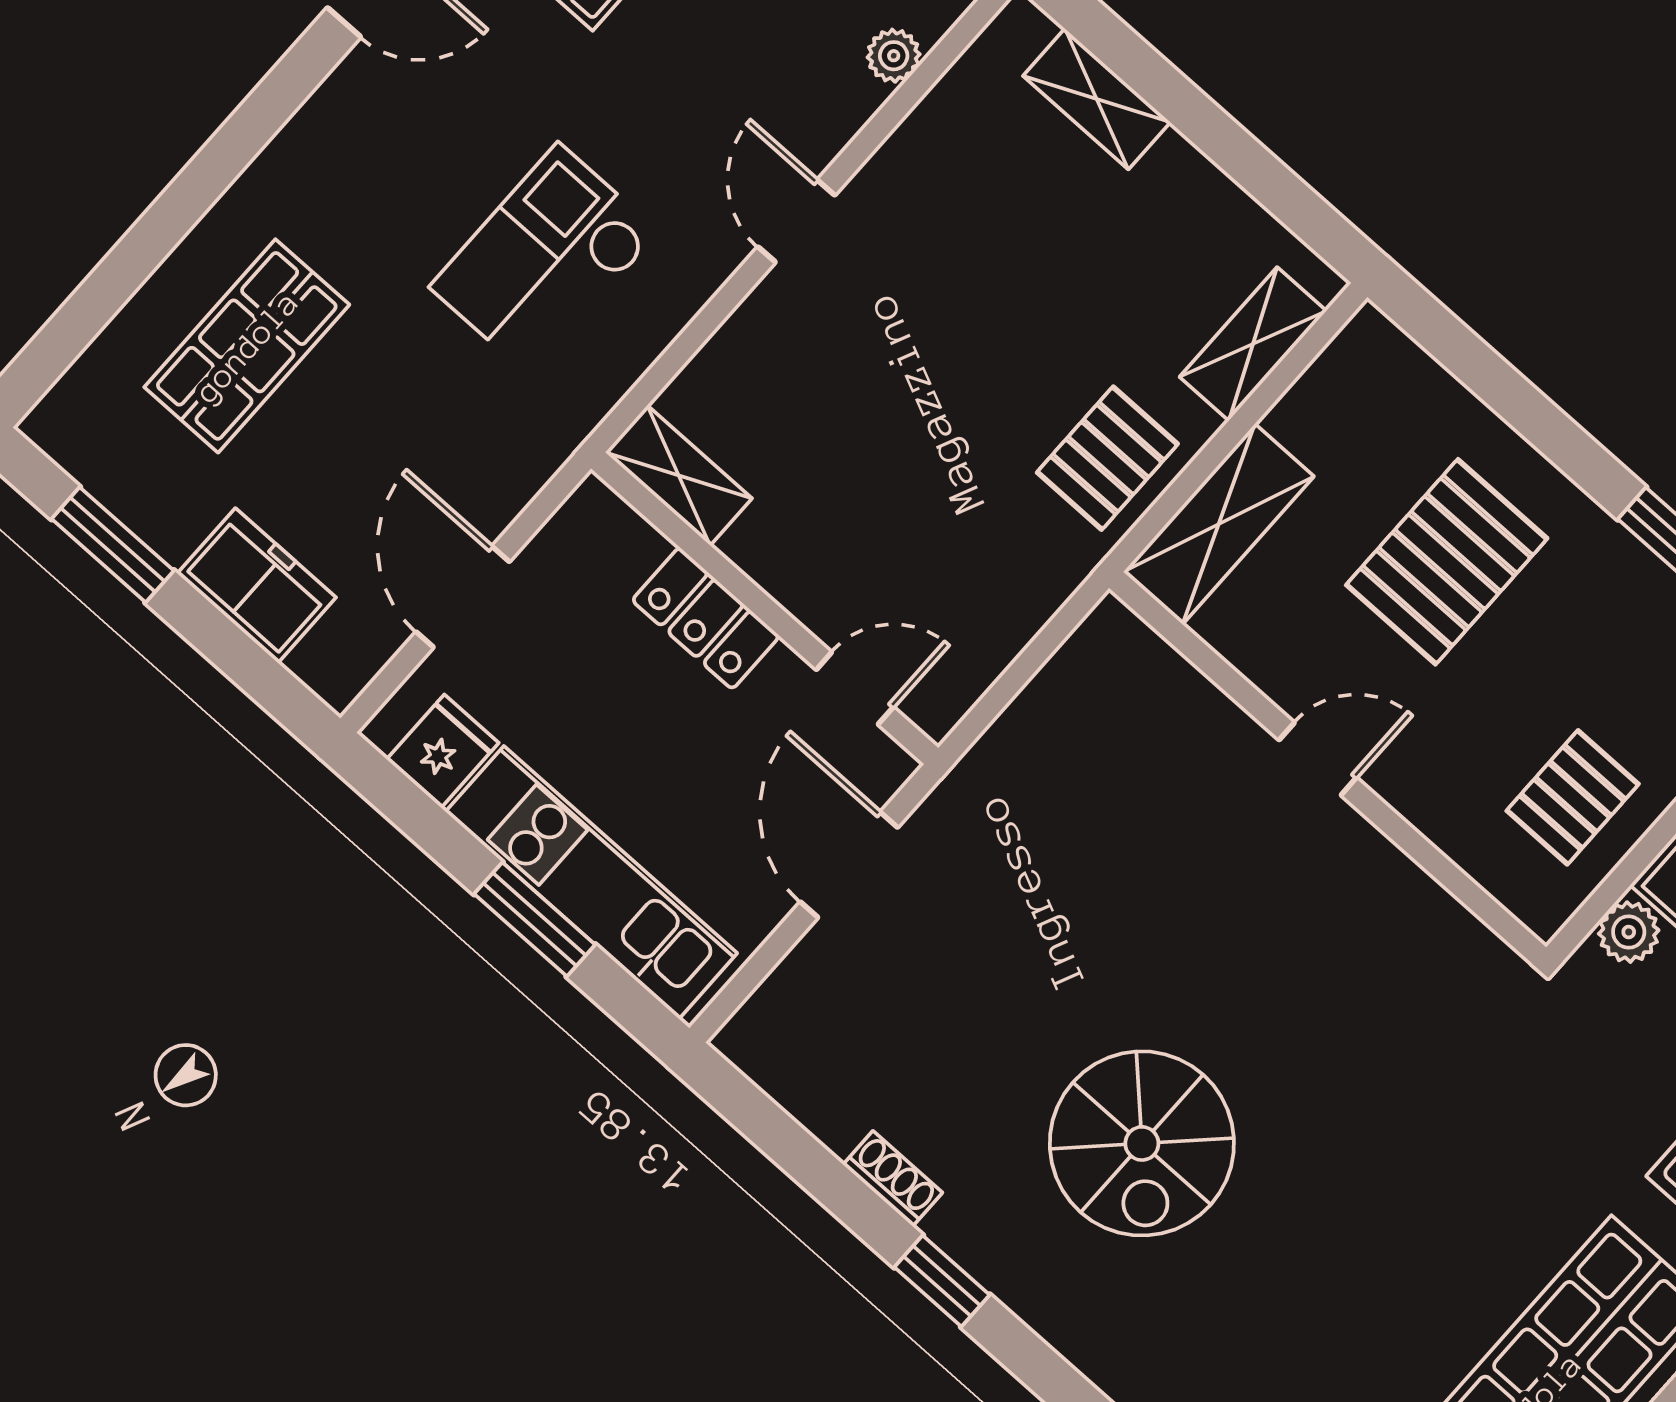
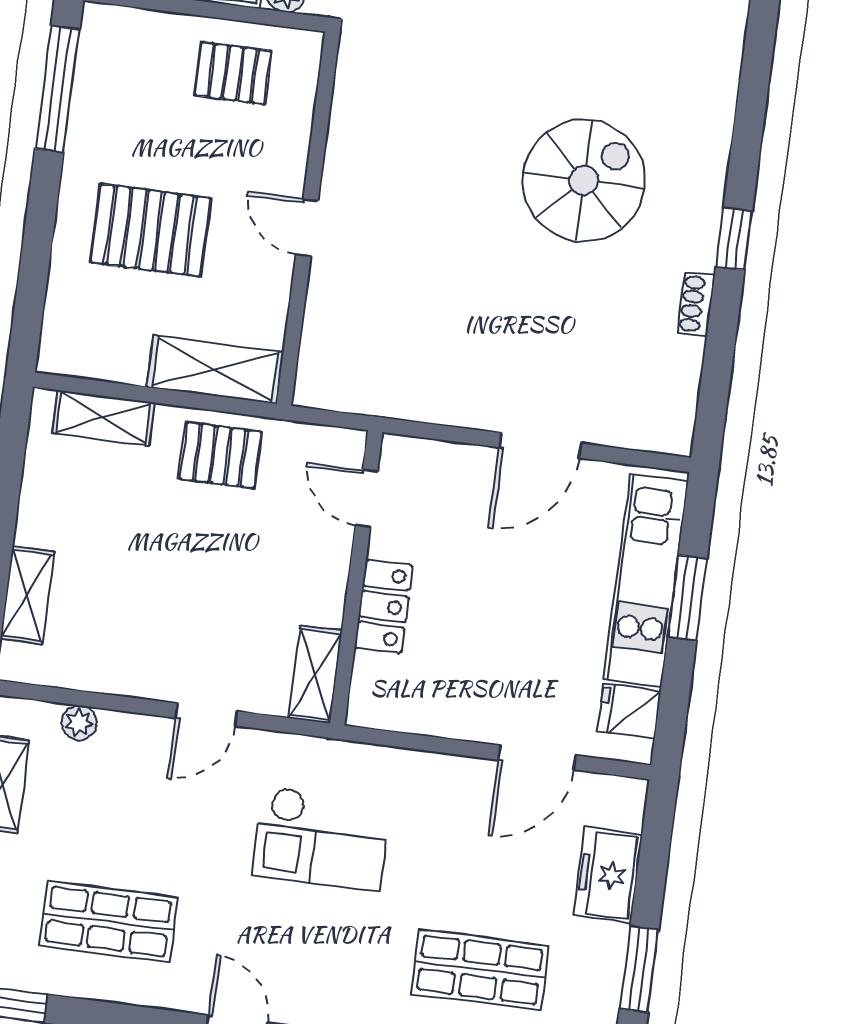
shelving: (679, 475) -> (315, 675), moved
wall: (765, 608) -> (356, 578), moved
locker: (706, 618) -> (384, 606), moved
door: (855, 688) -> (366, 498), moved

